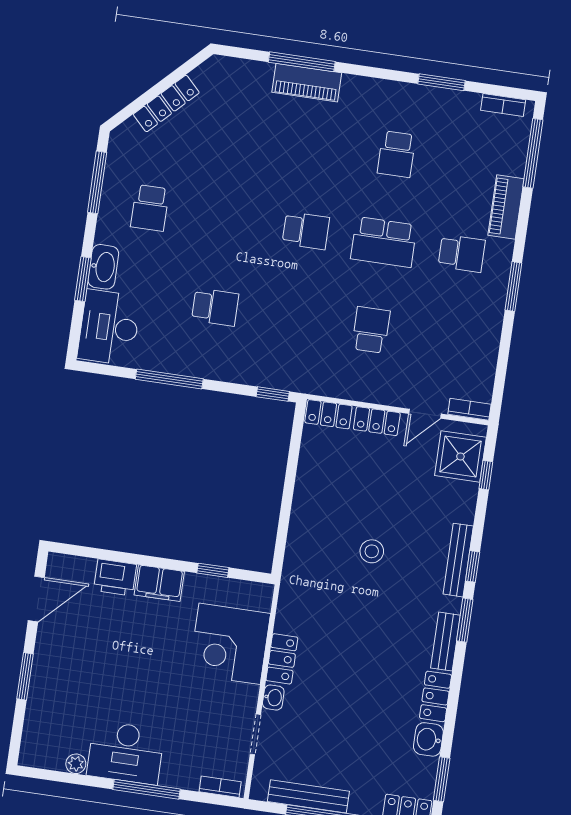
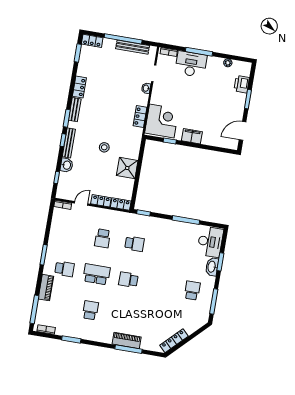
locker: (166, 104) -> (174, 341), moved
school desk: (462, 253) -> (65, 269), turned 180
school desk: (215, 307) -> (134, 244), moved, turned 180
shower: (460, 456) -> (127, 168), moved
printer: (115, 577) -> (242, 84), moved, turned -90
corner desk: (230, 644) -> (162, 121), moved
locker: (282, 659) -> (140, 117), moved
washbasin: (428, 739) -> (67, 165), moved
desk: (126, 753) -> (191, 64), moved

